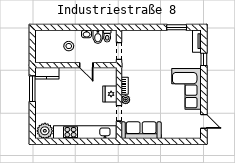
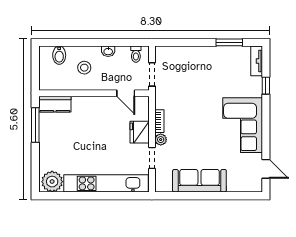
bidet: (98, 37) -> (59, 55), moved
door: (86, 65) -> (126, 93), moved
sofa: (141, 130) -> (199, 181), moved

